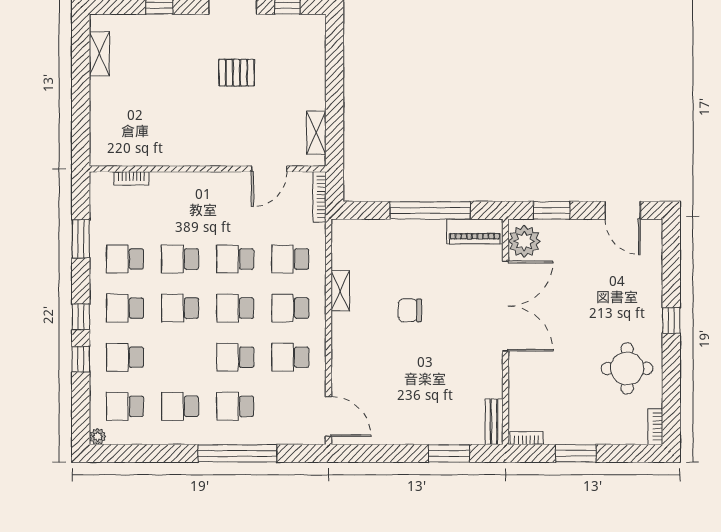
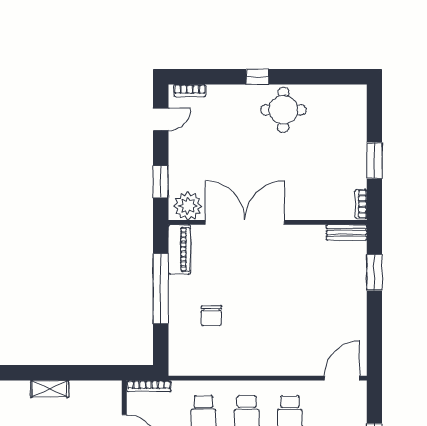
shelving: (316, 133) -> (50, 389), moved
door: (623, 210) -> (161, 119), width x0.73
shelving: (340, 291) -> (231, 368), removed
chair: (410, 310) -> (211, 316), moved
round table: (627, 368) -> (283, 110), moved
bookcase: (655, 427) -> (190, 91), moved

